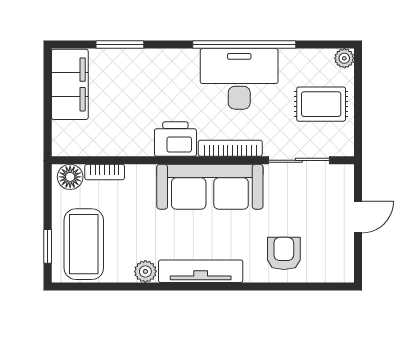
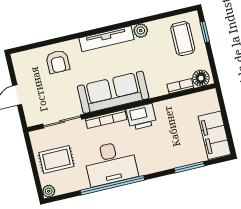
coffee table: (84, 244) -> (183, 39), width x0.73, depth x0.76

